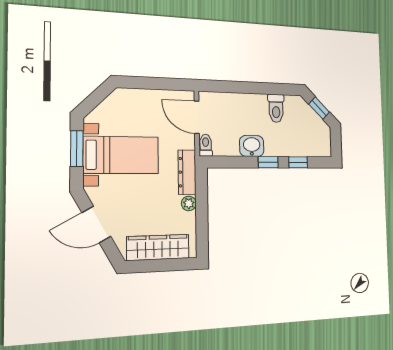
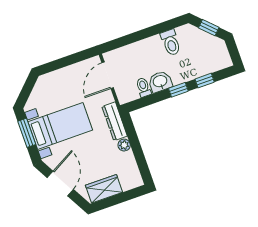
door: (197, 117) -> (108, 75), hinge flipped
toilet: (206, 145) -> (144, 87), moved
door: (96, 225) -> (60, 183), swing flipped
wardrobe: (158, 247) -> (104, 189), width x0.67

